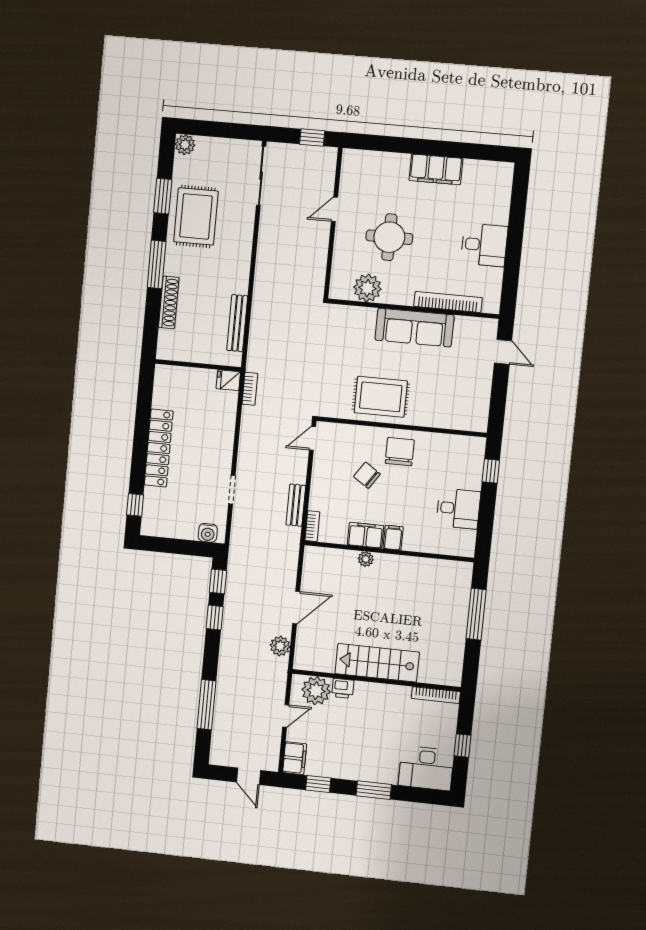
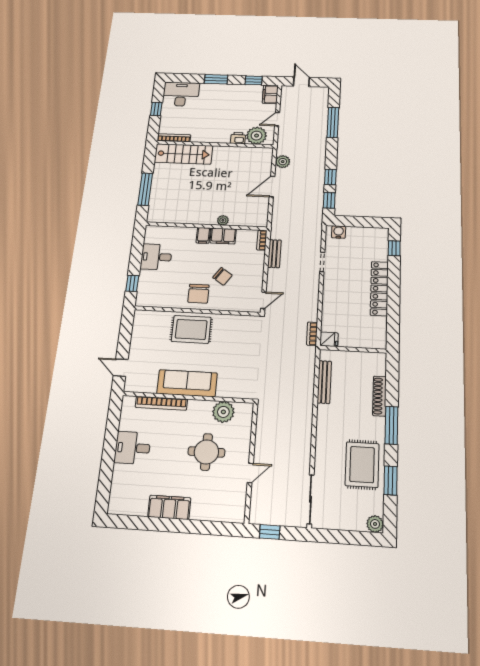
rug: (381, 397) -> (191, 329), moved
stairs: (377, 663) -> (183, 154), moved

